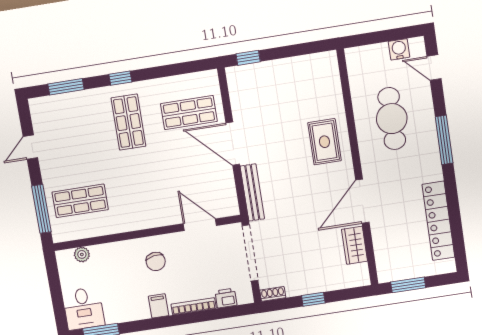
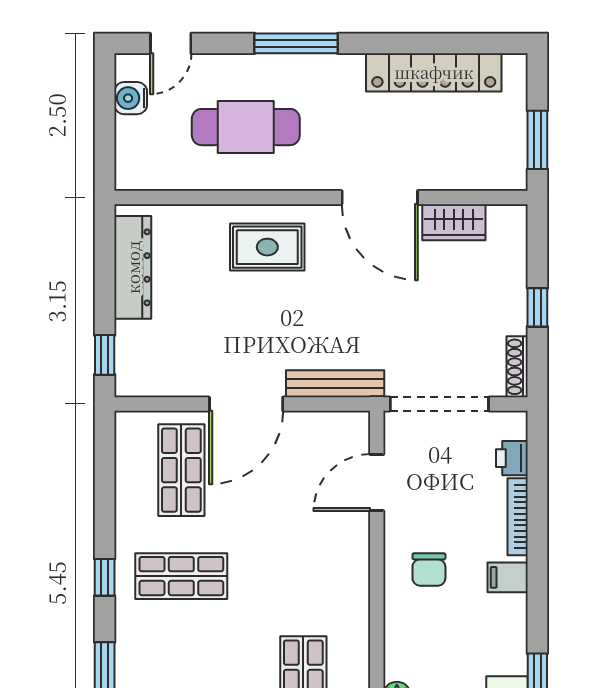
dresser: (301, 66) -> (133, 267), added
chair: (156, 261) -> (429, 569), turned 100
shoe rack: (273, 294) -> (517, 367), width x1.43

